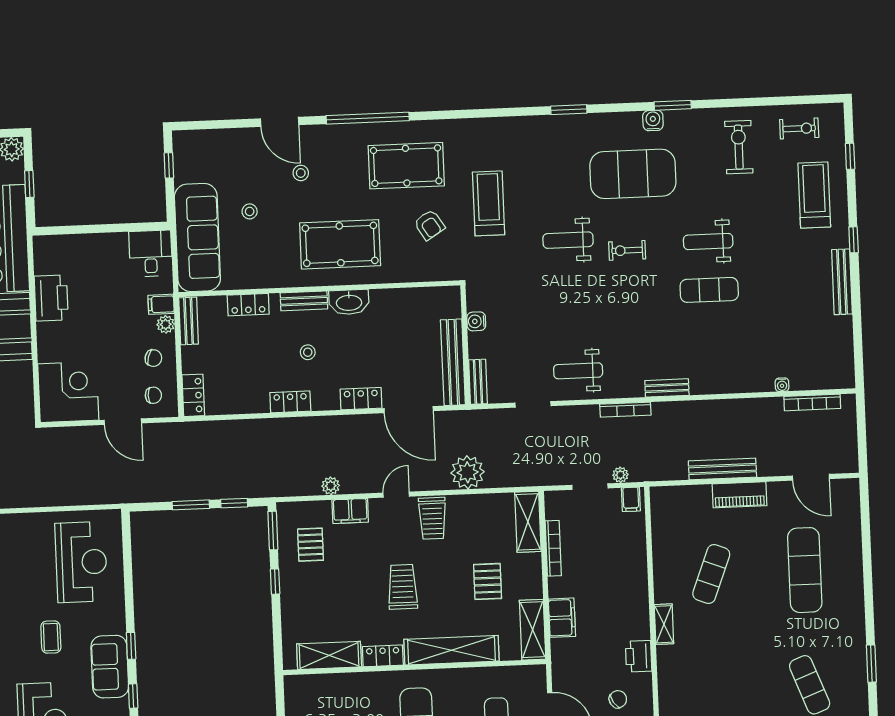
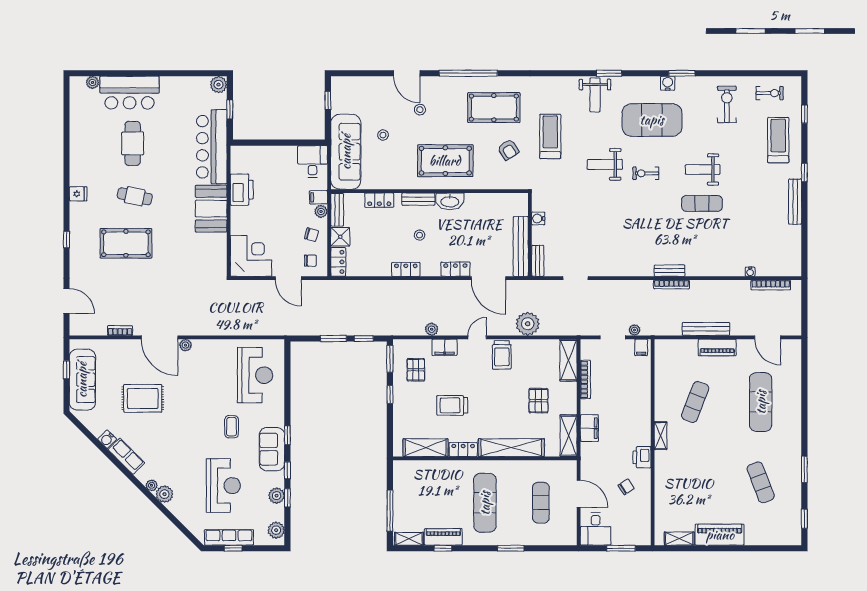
shower: (195, 359) -> (340, 237), added
weight bench: (578, 371) -> (595, 95), moved, turned -90
bookcase: (625, 410) -> (671, 285), moved
trolley: (403, 587) -> (452, 405), moved, turned -90

